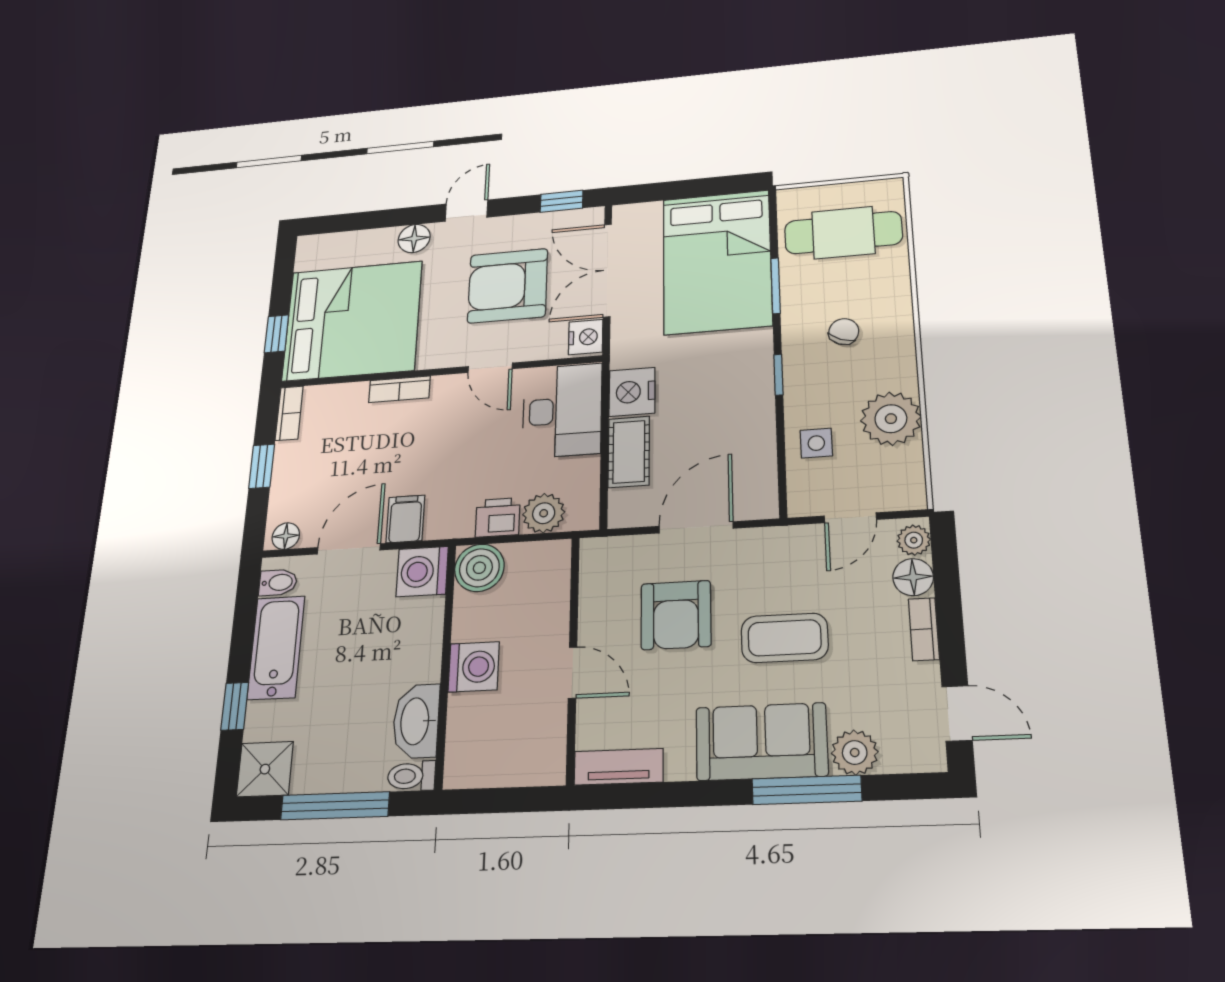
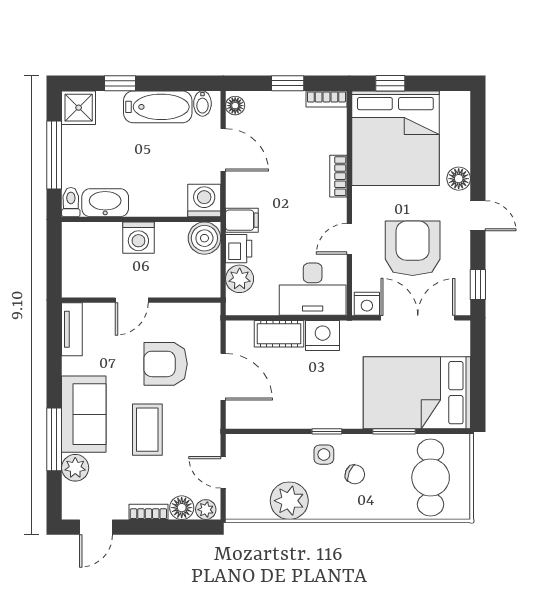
side table: (816, 443) -> (324, 455), moved
filing cabinet: (405, 519) -> (242, 220), moved

